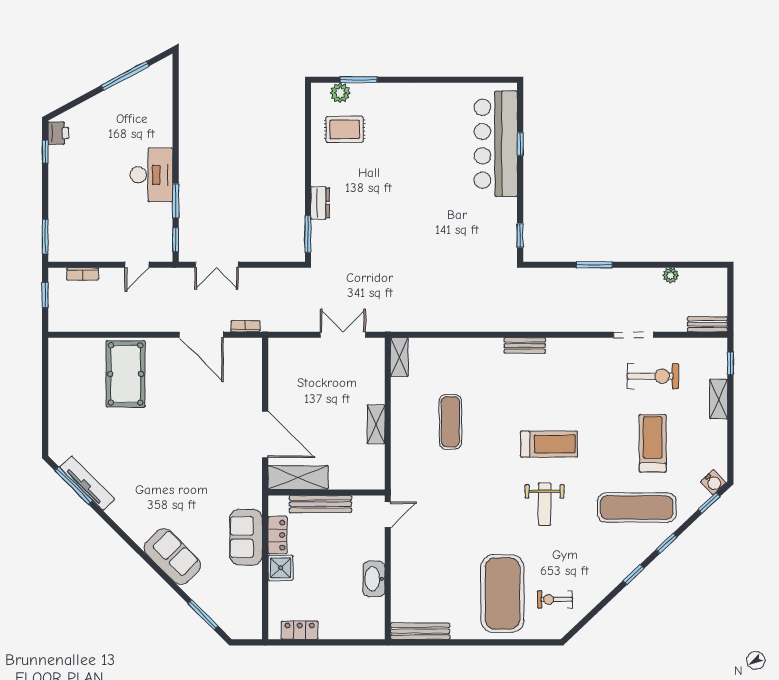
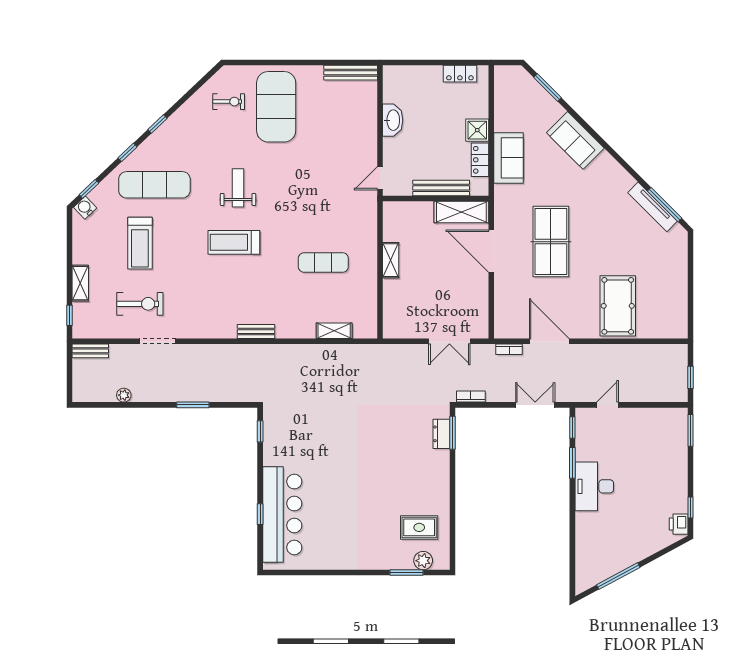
dresser: (320, 203) -> (441, 434), moved
bookcase: (83, 274) -> (471, 396), moved
double door: (343, 335) -> (449, 341), moved
shelving: (399, 357) -> (334, 331), moved, turned 90
exercise bike: (653, 376) -> (140, 304), turned 180
exercise mat: (450, 422) -> (323, 263), turned 90
table tennis table: (199, 445) -> (551, 242), added

